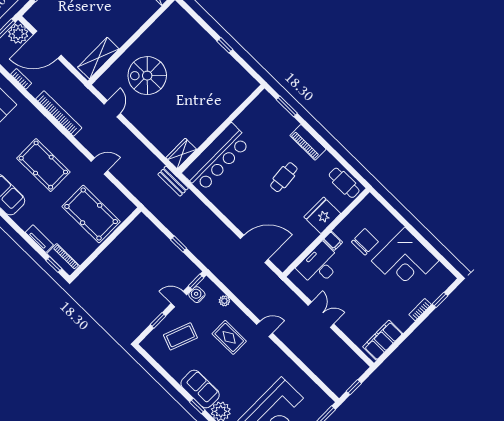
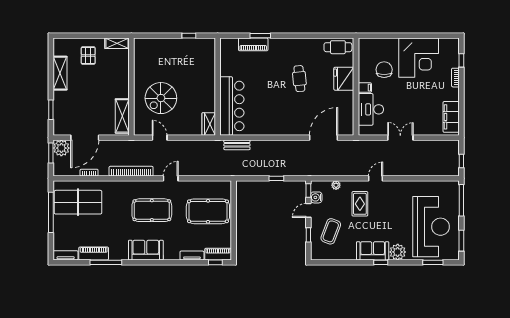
wall: (221, 129) -> (218, 87), moved
piano: (308, 142) -> (253, 44), moved
wardrobe: (181, 154) -> (209, 124), moved
bar counter: (217, 158) -> (232, 106), moved
door: (99, 166) -> (171, 178), moved
rug: (229, 337) -> (360, 204), turned 90

